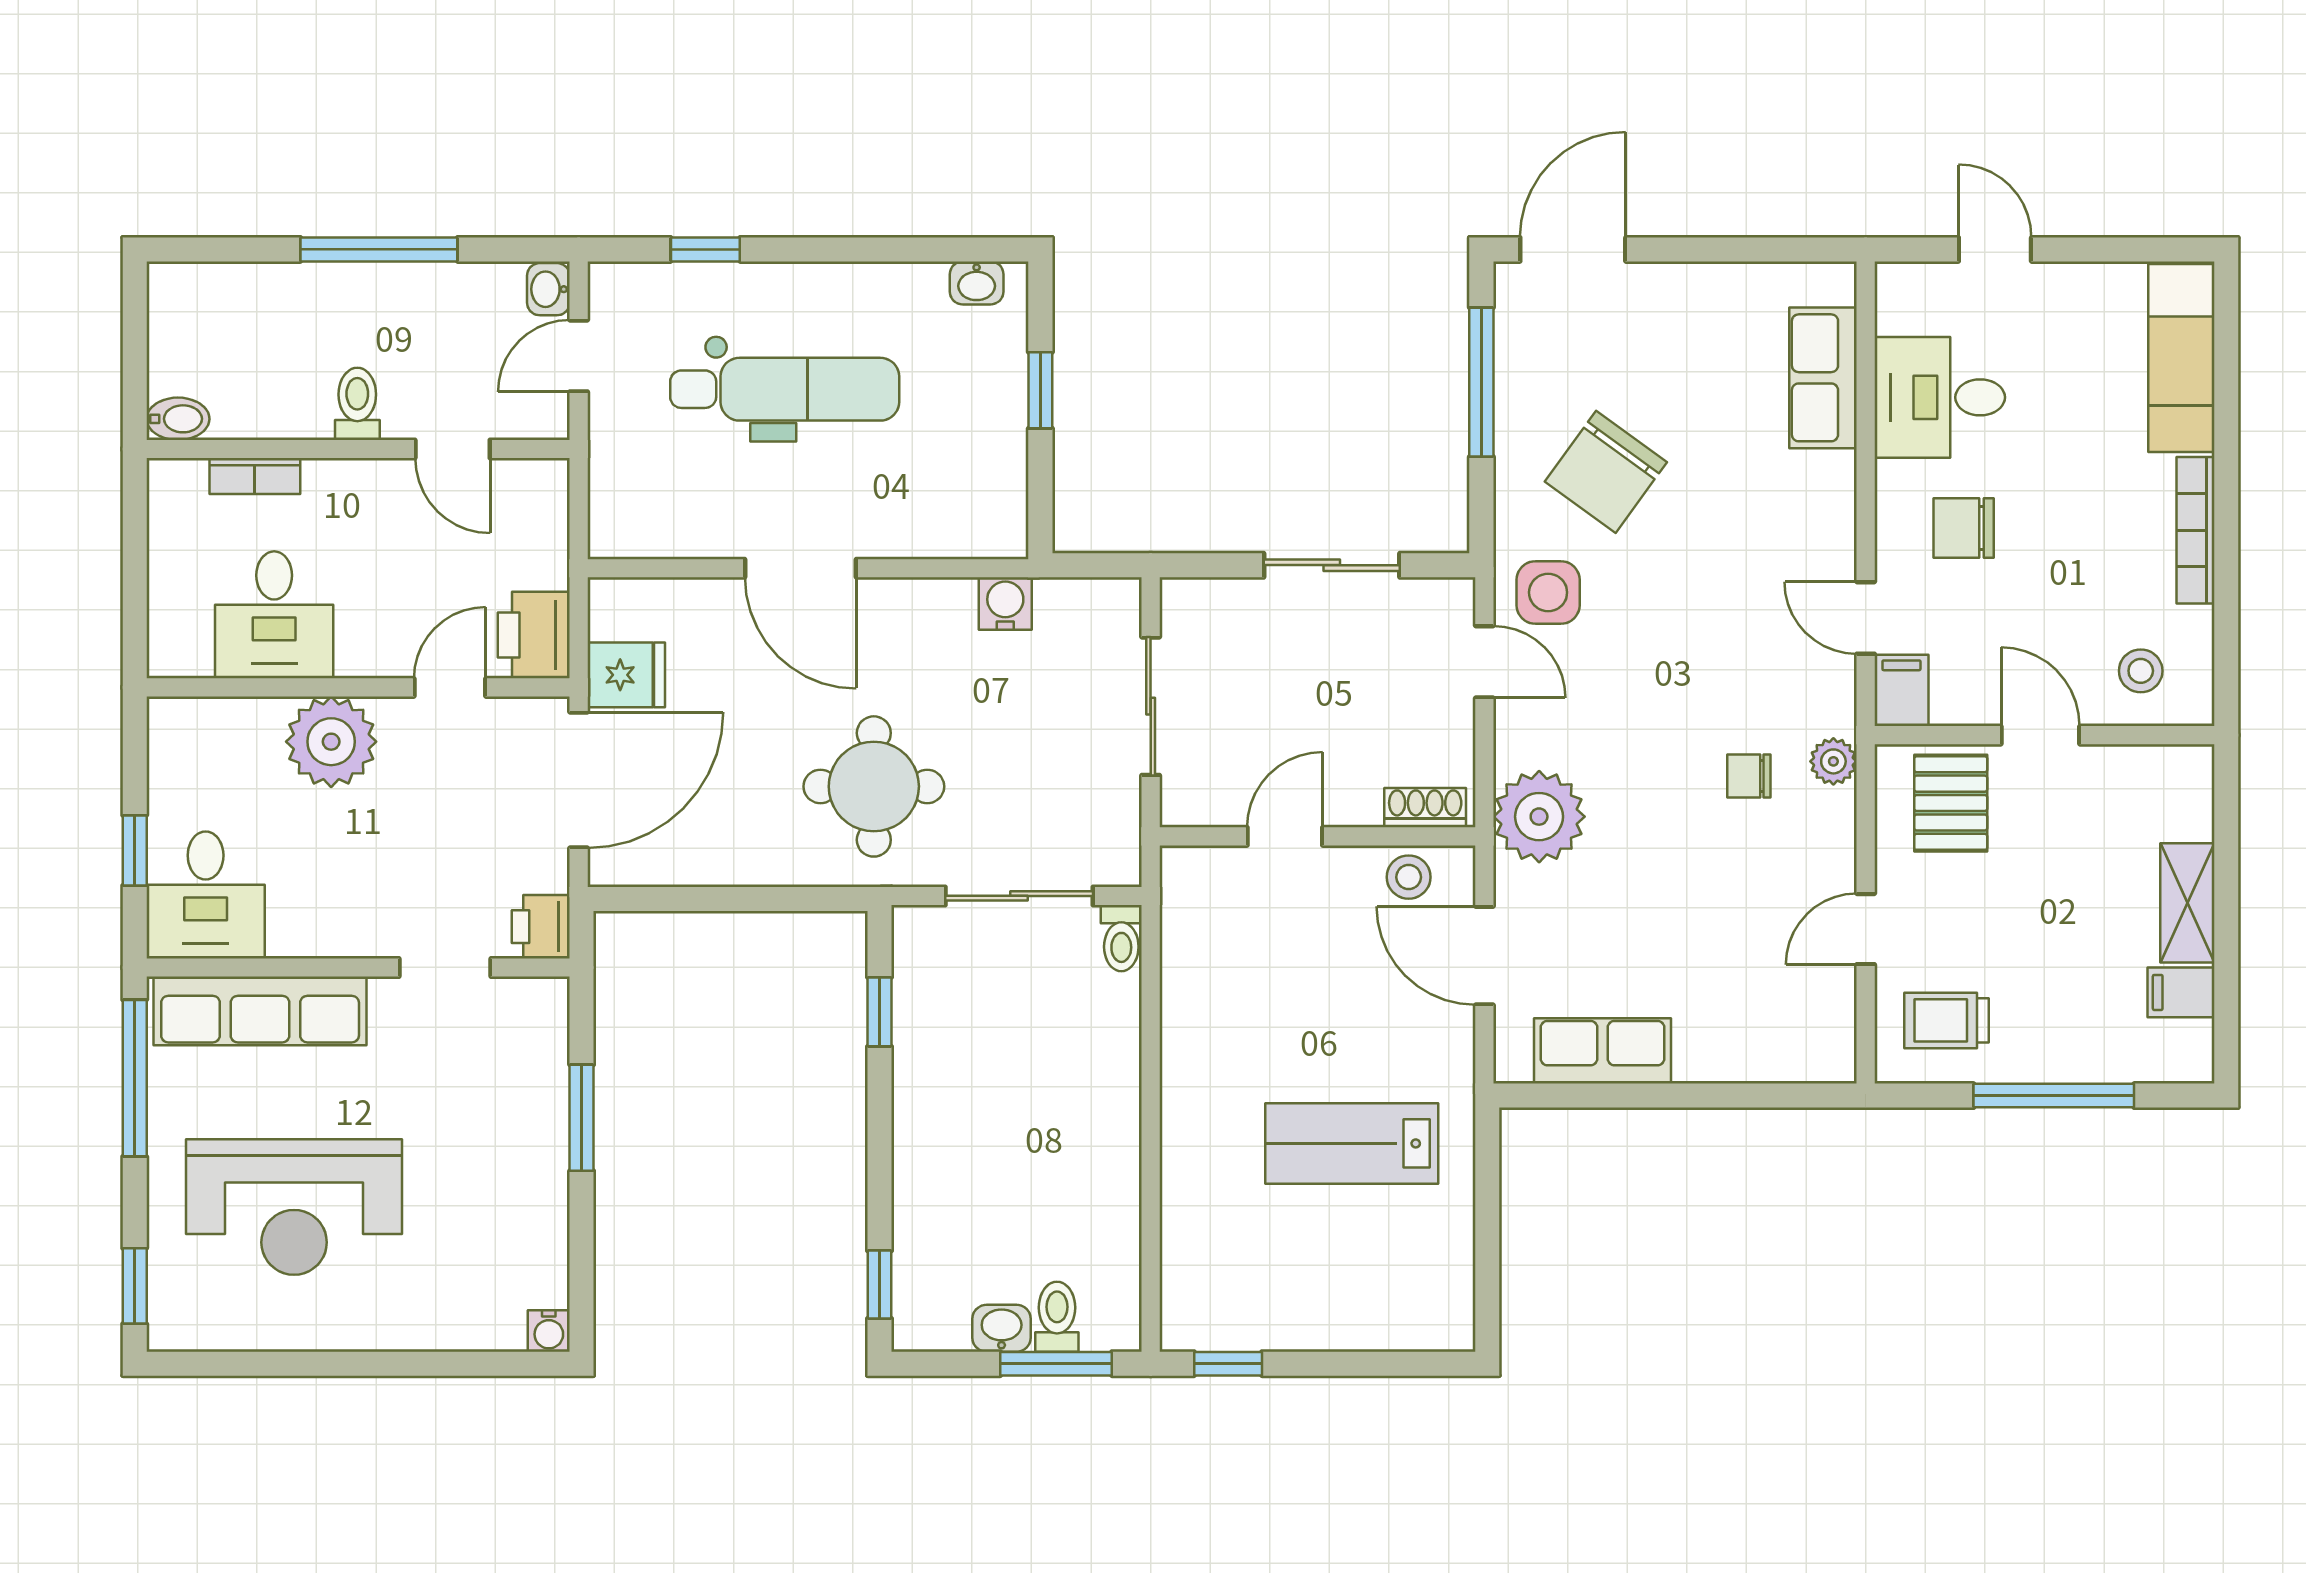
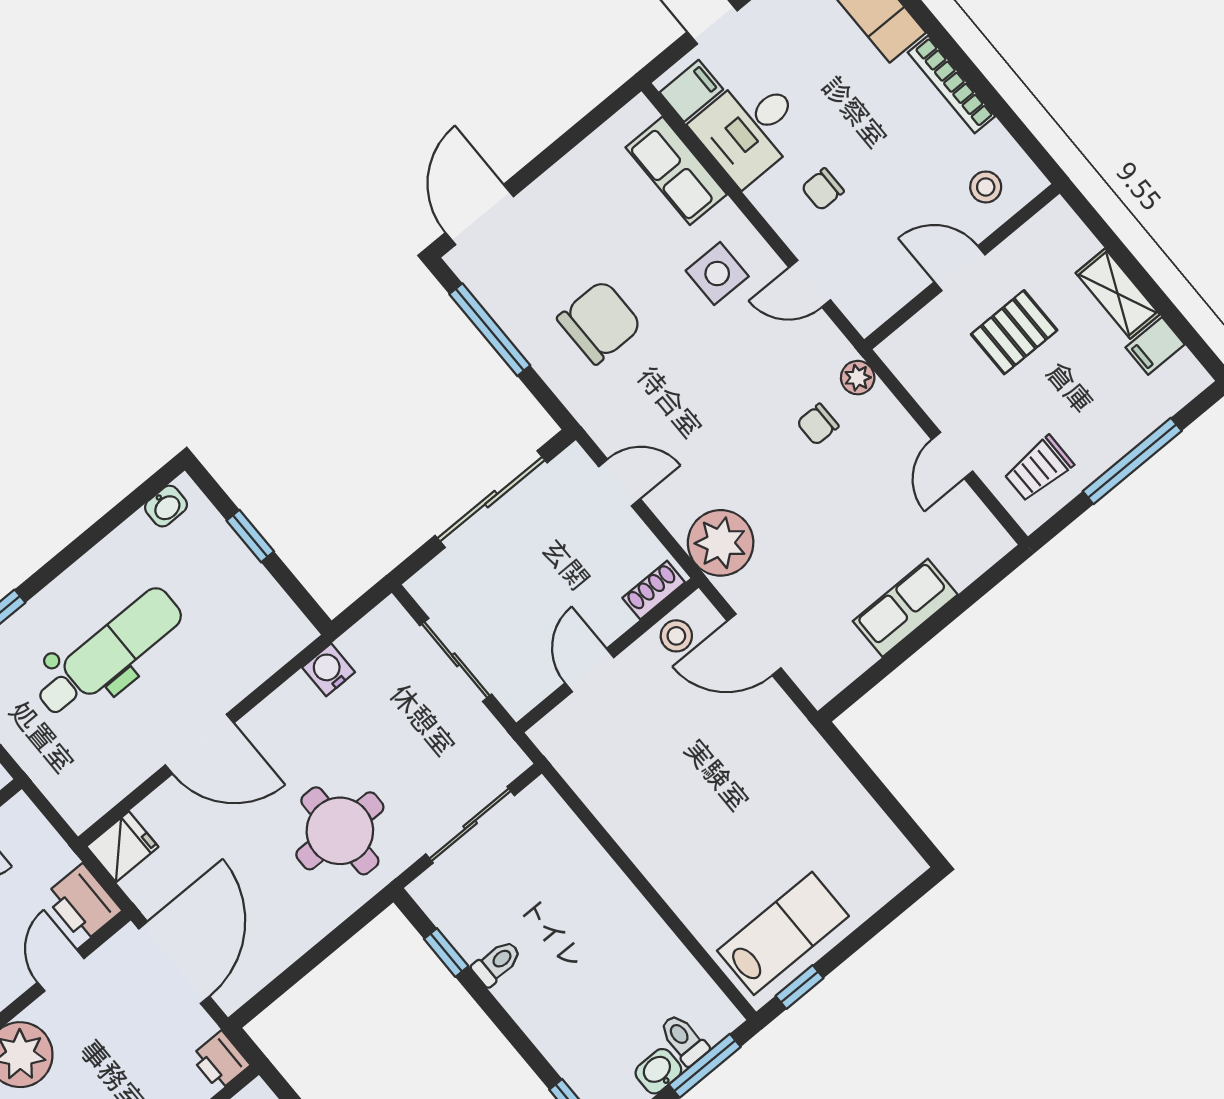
chair: (1606, 472) -> (600, 322), turned -126
chair: (1964, 528) -> (823, 189), width x0.73, depth x0.73
sliding door: (1332, 565) -> (491, 499), width x1.37
side table: (1548, 592) -> (717, 273), moved
fridge: (626, 675) -> (122, 847), moved
filing cabinet: (1901, 690) -> (691, 91), moved, turned 90
pallet: (1951, 803) -> (1014, 332), moved, turned 90
toilet: (1121, 938) -> (497, 963), moved, turned -90
row of seats: (1602, 1051) -> (905, 608), moved
lab bench: (1352, 1143) -> (783, 933), moved, turned 180

